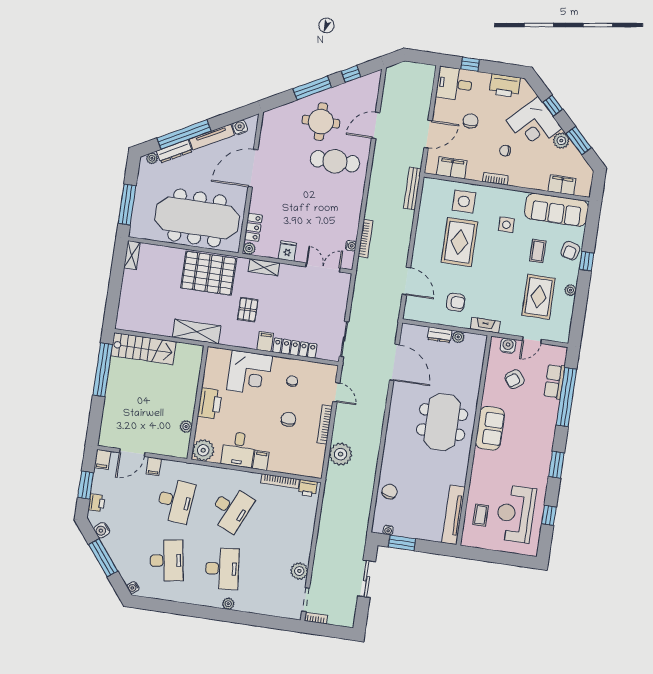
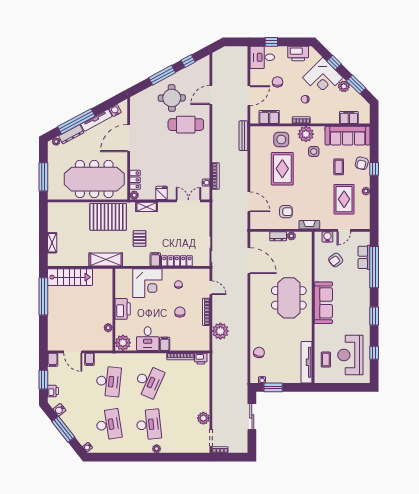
plant: (499, 199) -> (306, 134), added
shelving: (132, 255) -> (52, 243), moved
sofa: (490, 428) -> (323, 303), width x1.36
door: (132, 453) -> (73, 352), hinge flipped

